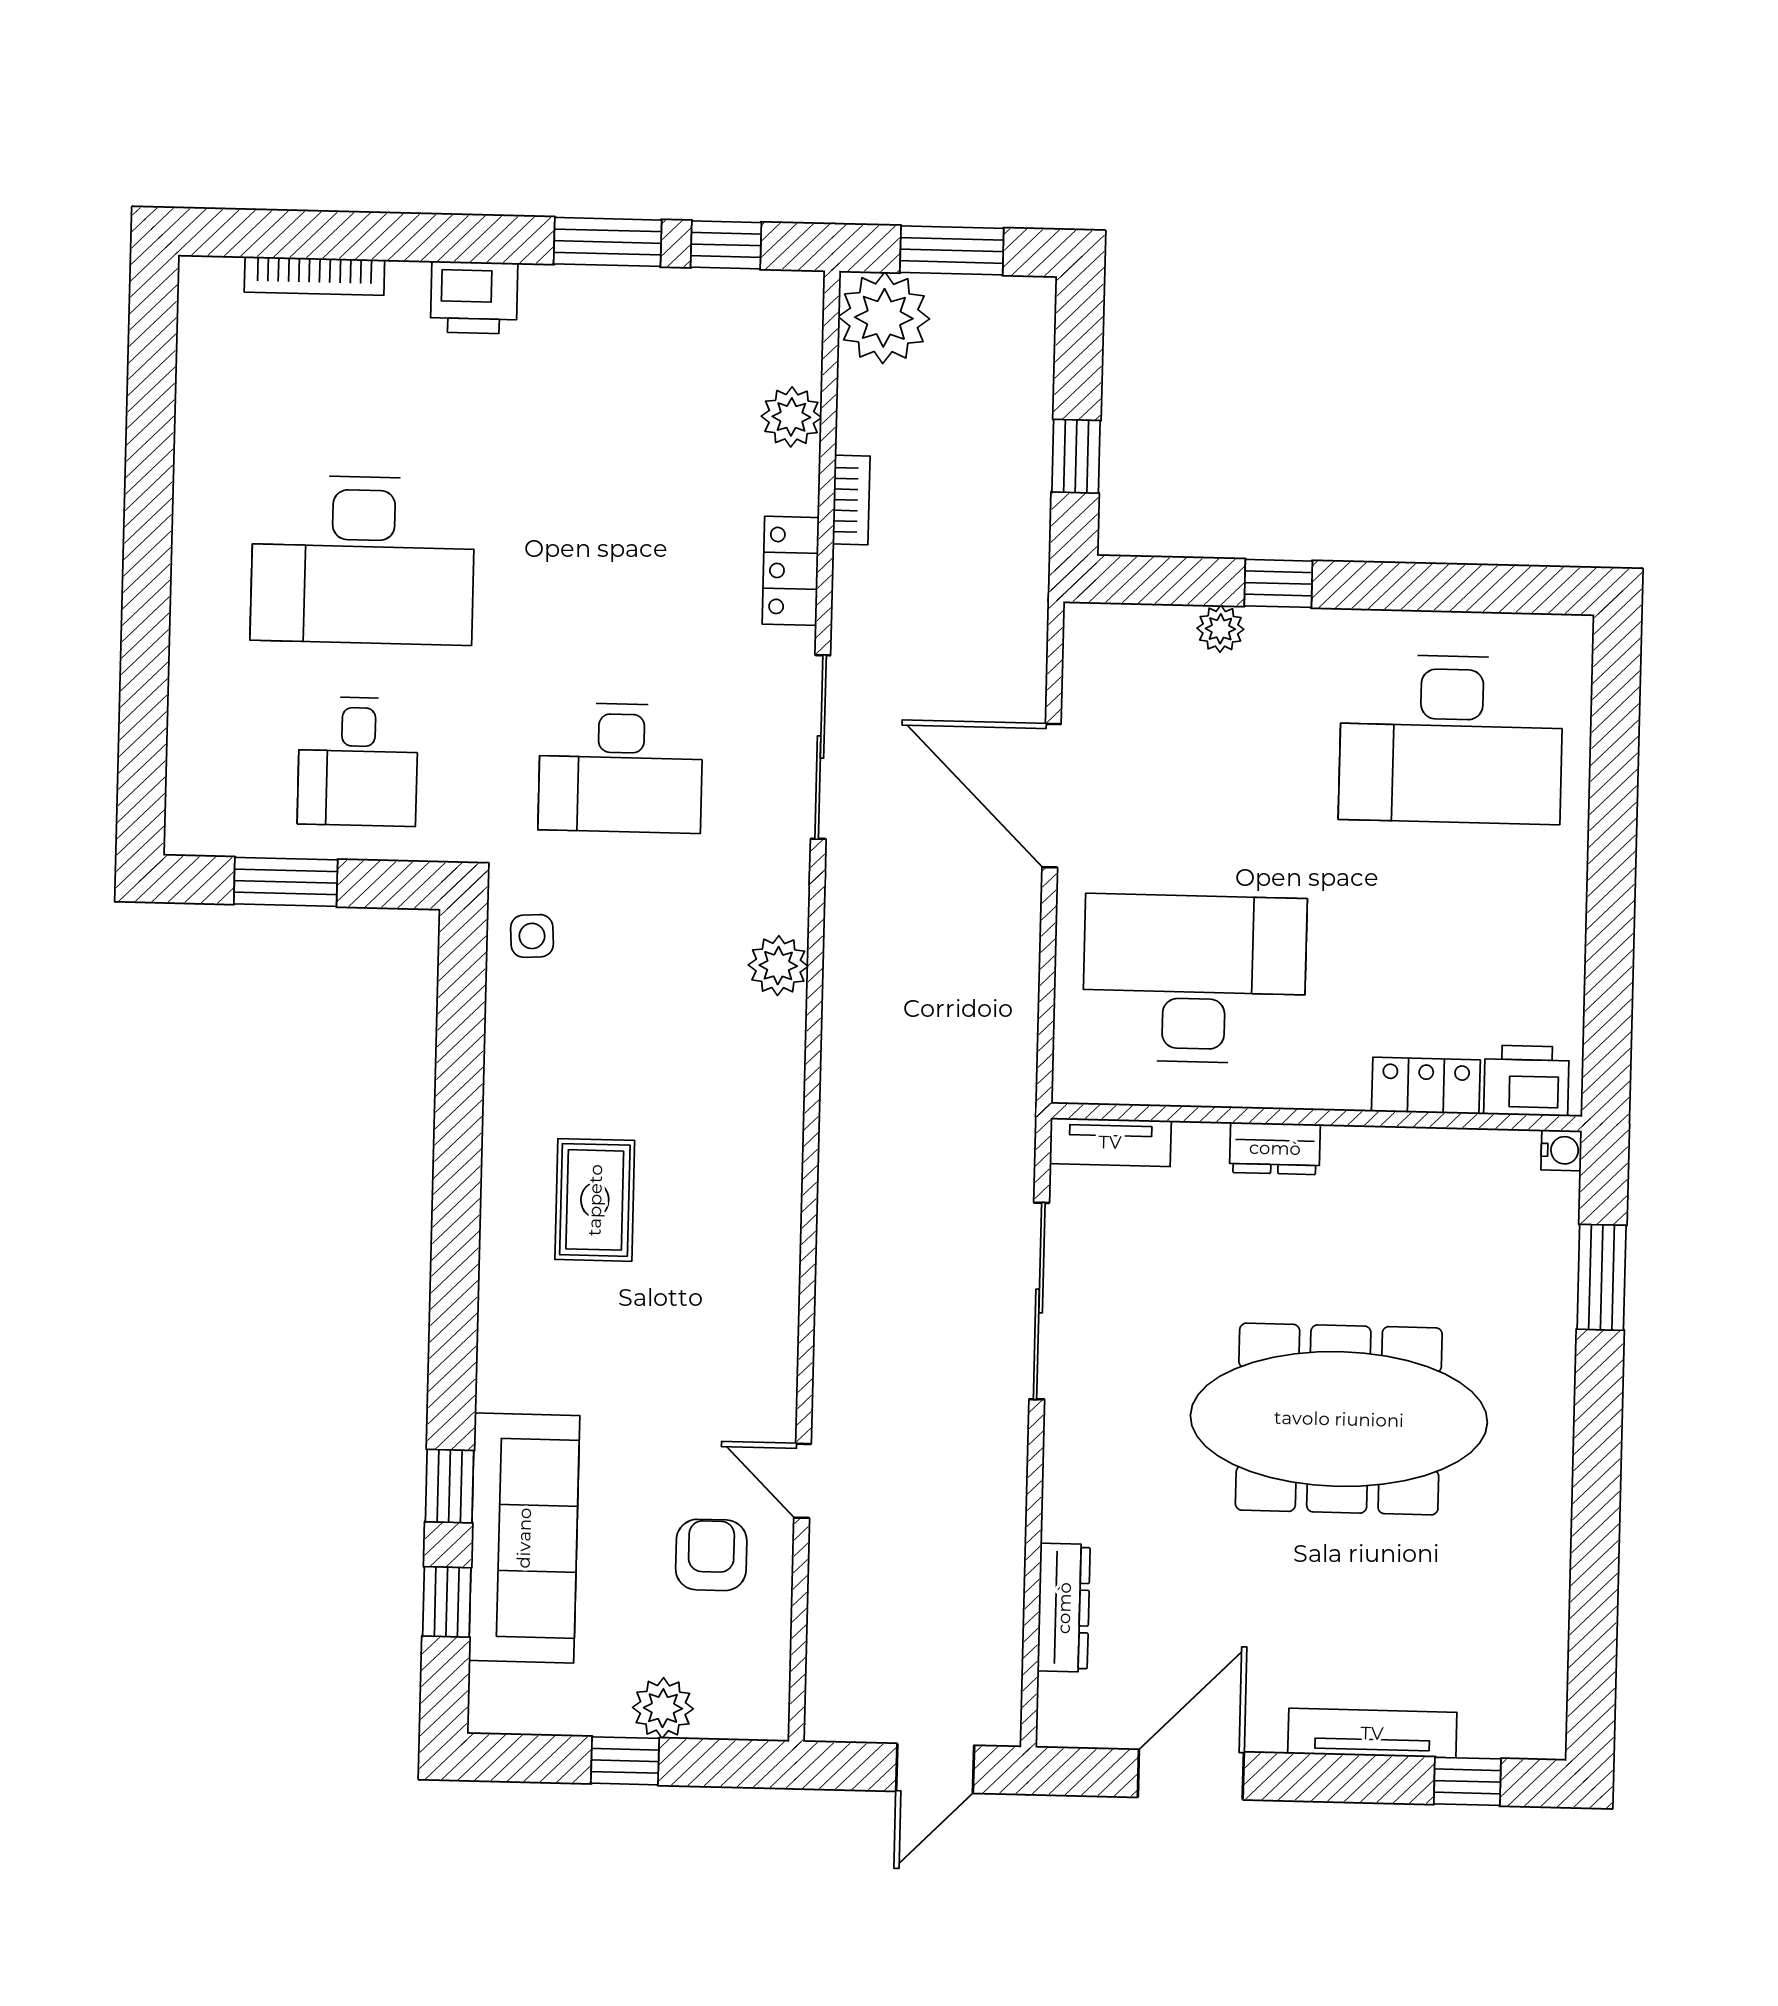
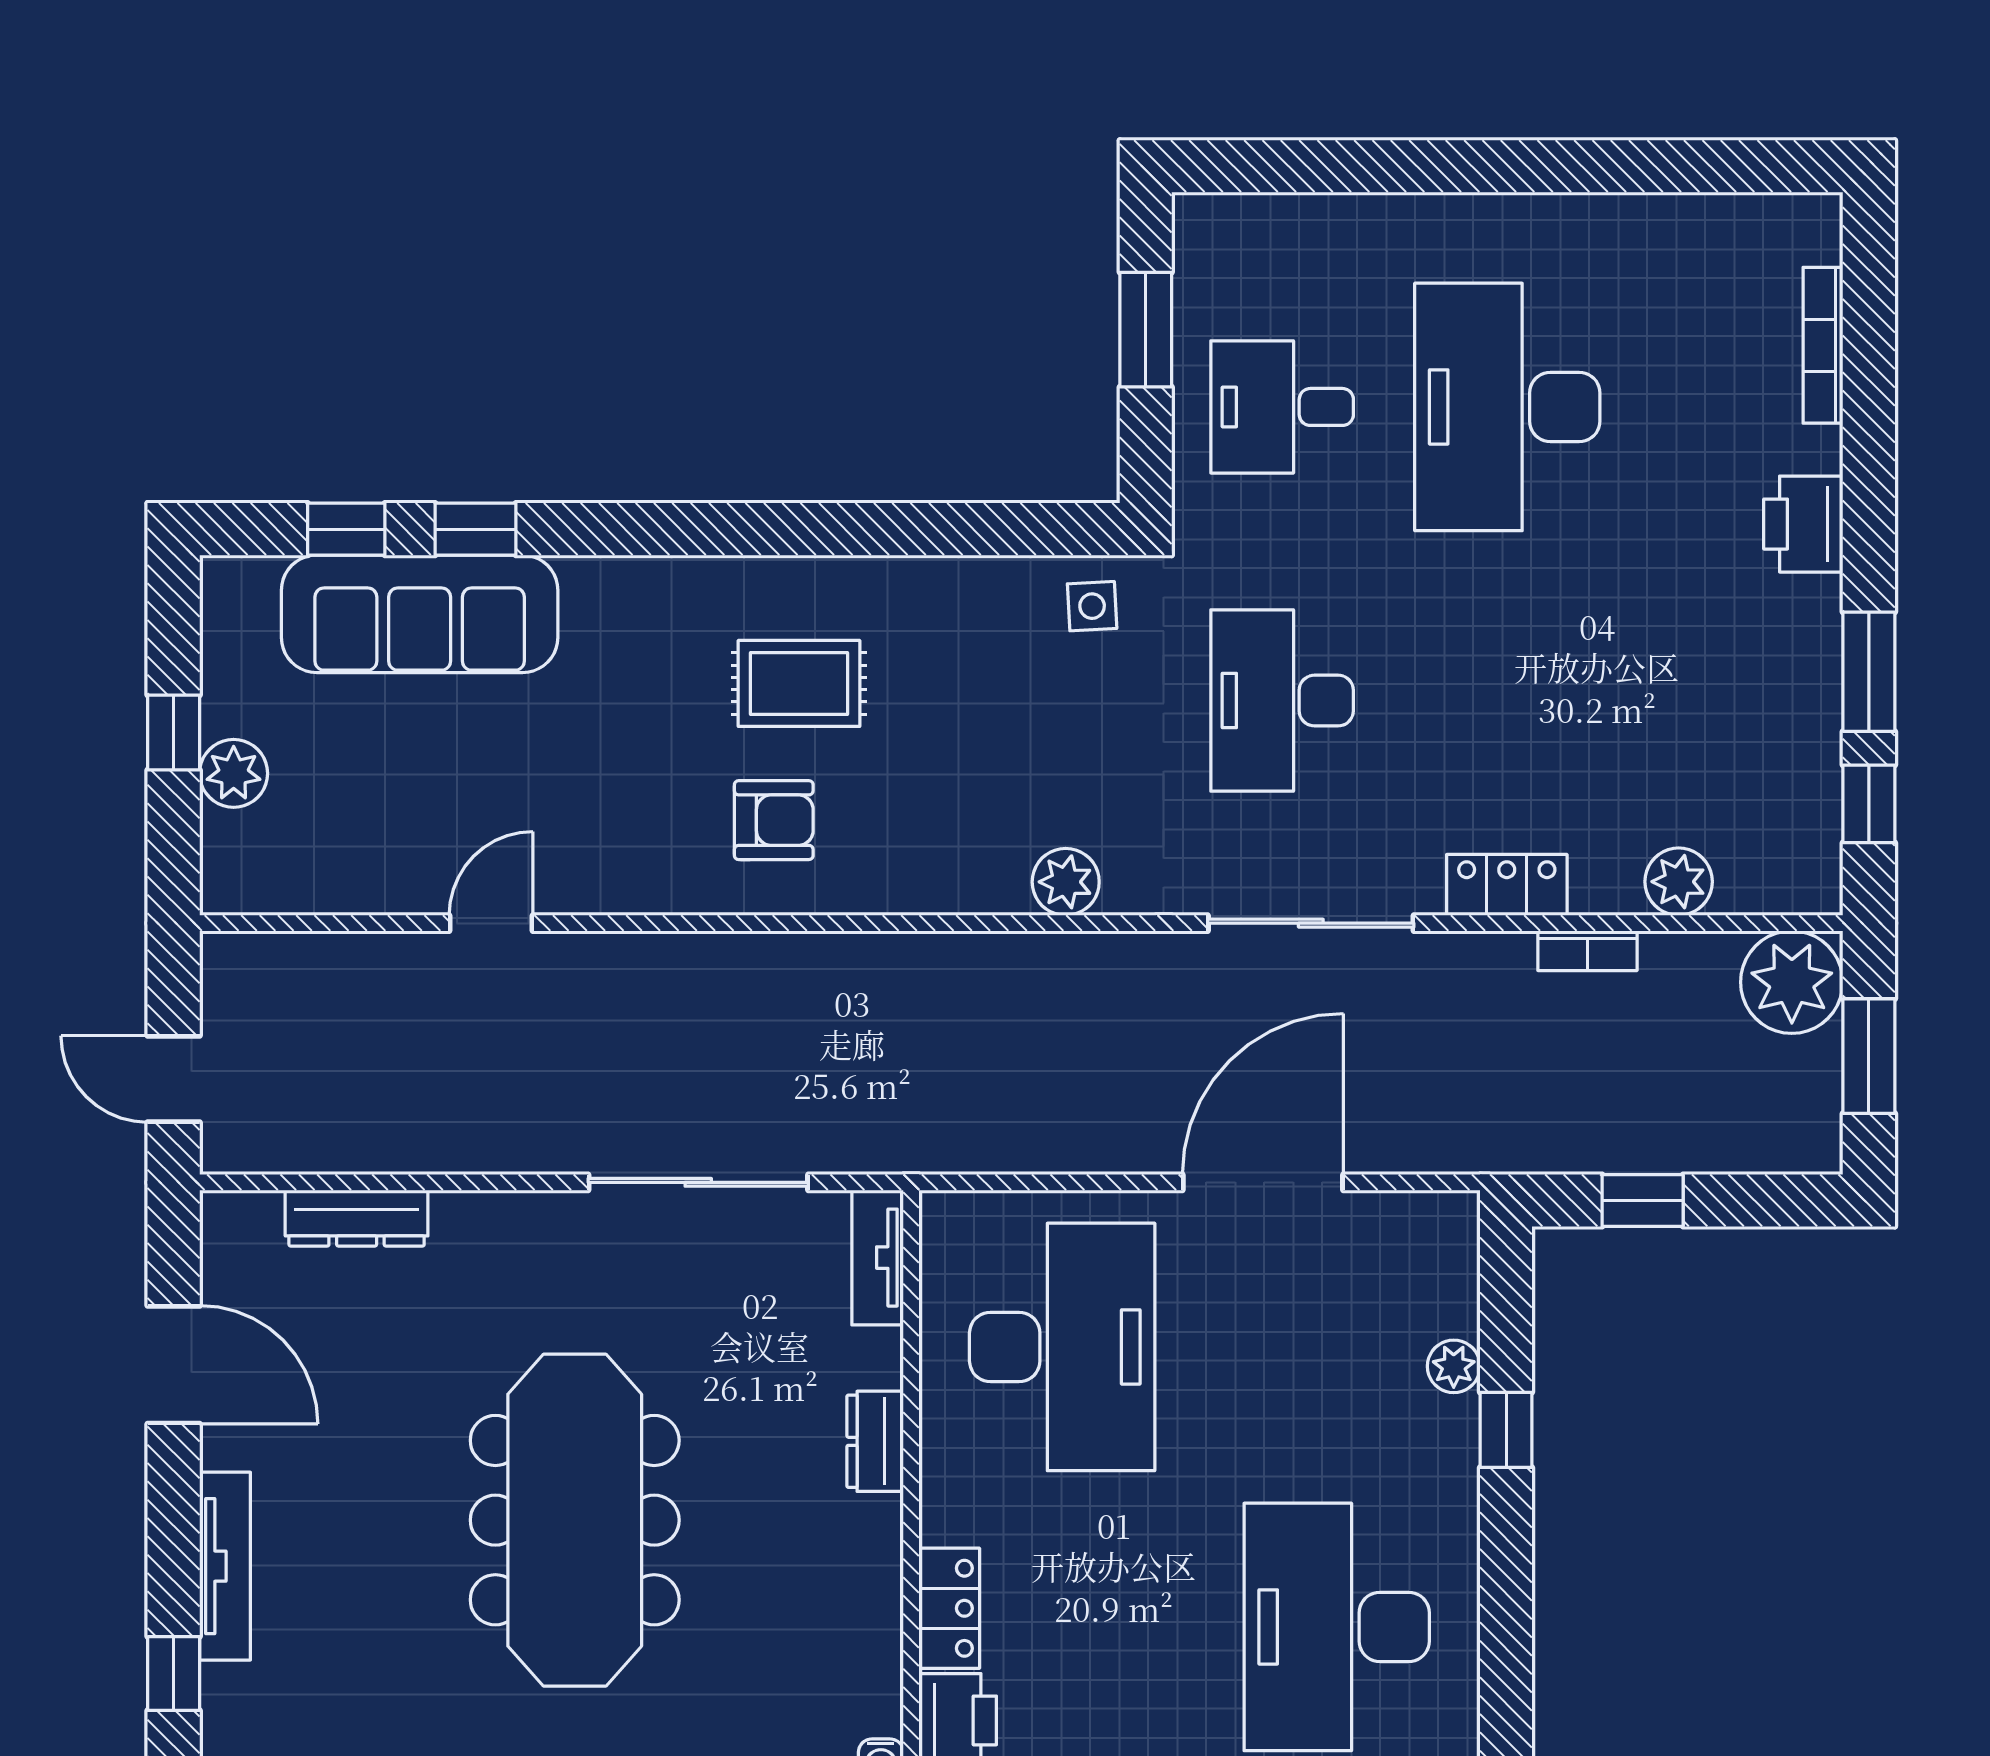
armchair: (711, 1555) -> (774, 820), moved

